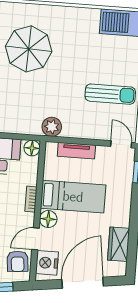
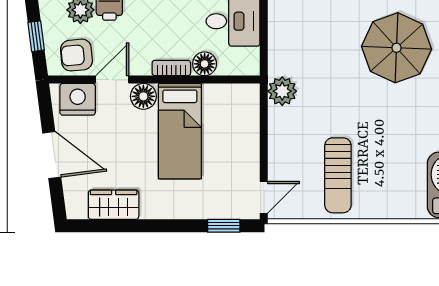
floor lamp: (32, 148) -> (205, 64), moved
tv unit: (76, 151) -> (249, 131), removed
door: (36, 239) -> (112, 80), hinge flipped
door: (83, 283) -> (52, 155), width x0.73

